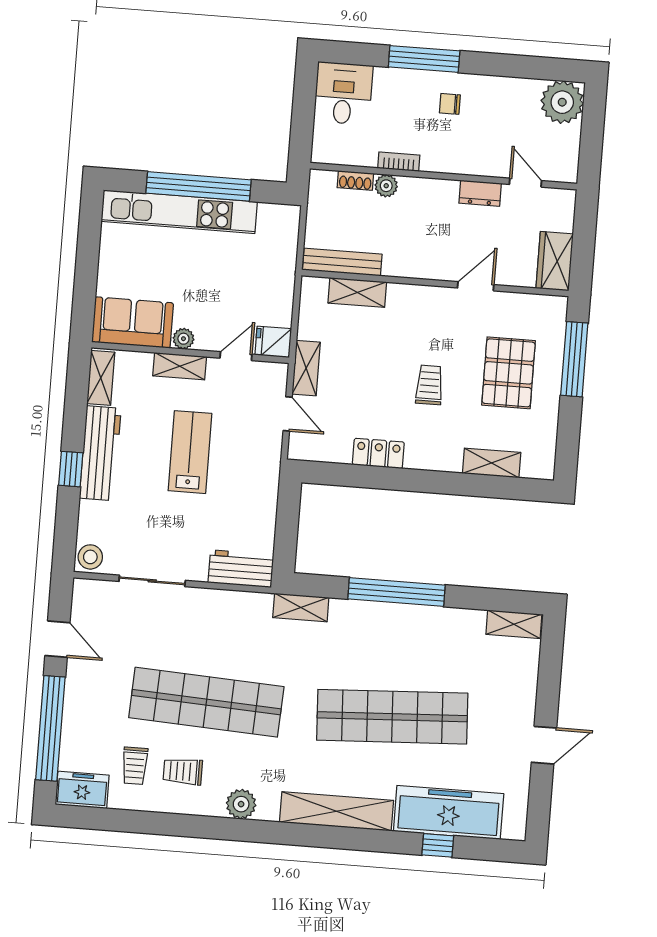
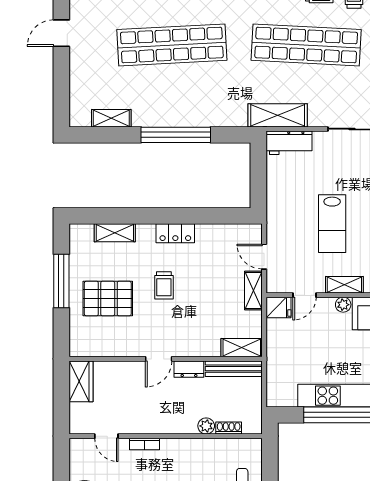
bookcase: (399, 162) -> (145, 444), moved
dresser: (480, 193) -> (189, 369), moved, turned 180
door: (476, 286) -> (159, 359), moved
shelving: (357, 292) -> (242, 348), moved
window: (574, 359) -> (61, 281), moved
pallet: (509, 373) -> (108, 299), turned 90
locker: (378, 453) -> (175, 233), moved
shelving: (301, 608) -> (278, 115), moved, width x1.50, depth x1.33
shelving: (514, 624) -> (111, 118), moved

